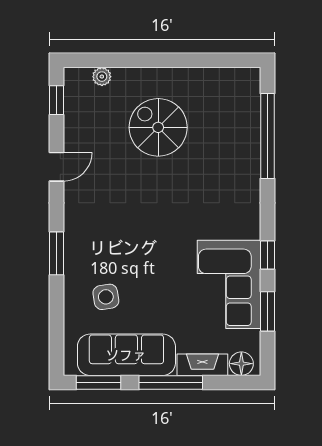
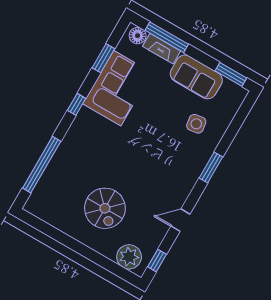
plant: (102, 77) -> (129, 257), width x1.87, depth x1.87
window: (267, 255) -> (77, 104), moved
sofa: (126, 355) -> (196, 77), width x0.73
window: (171, 382) -> (167, 37), moved

